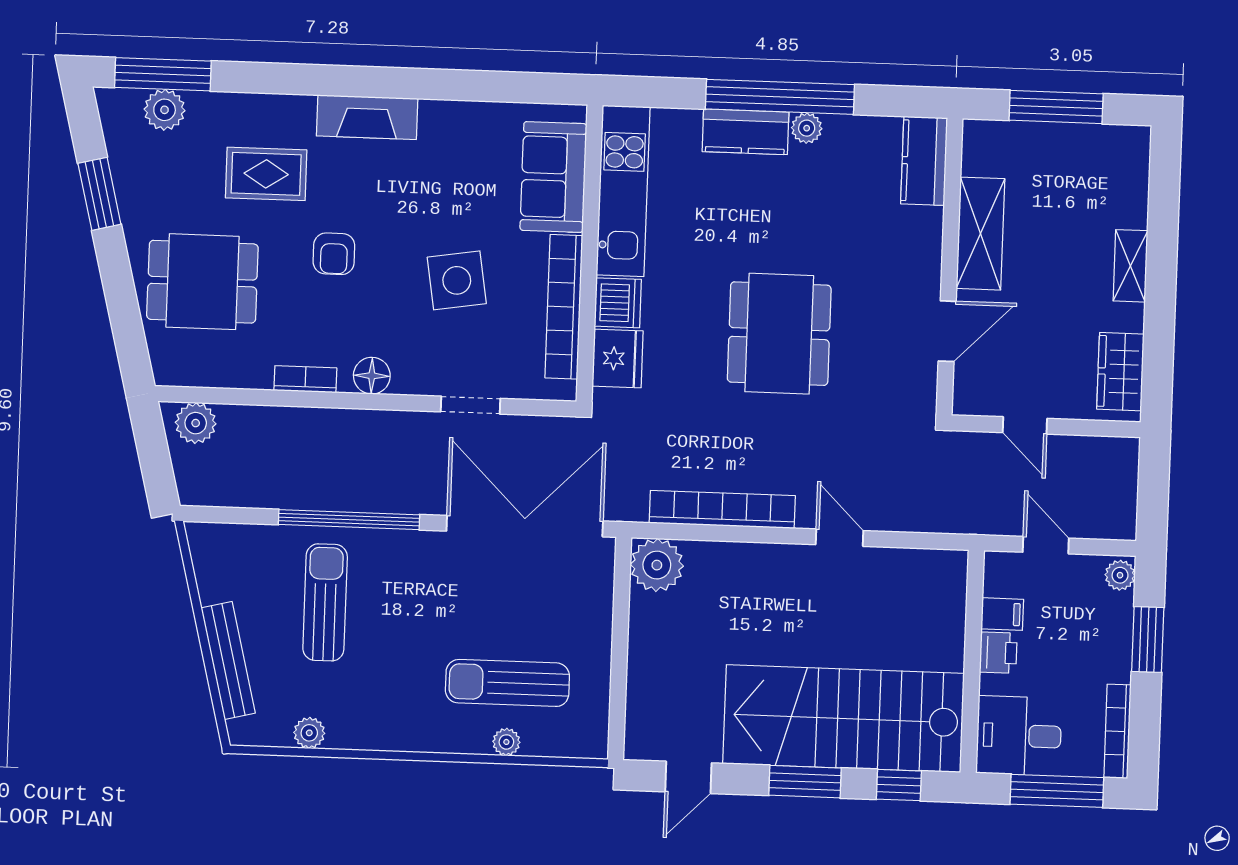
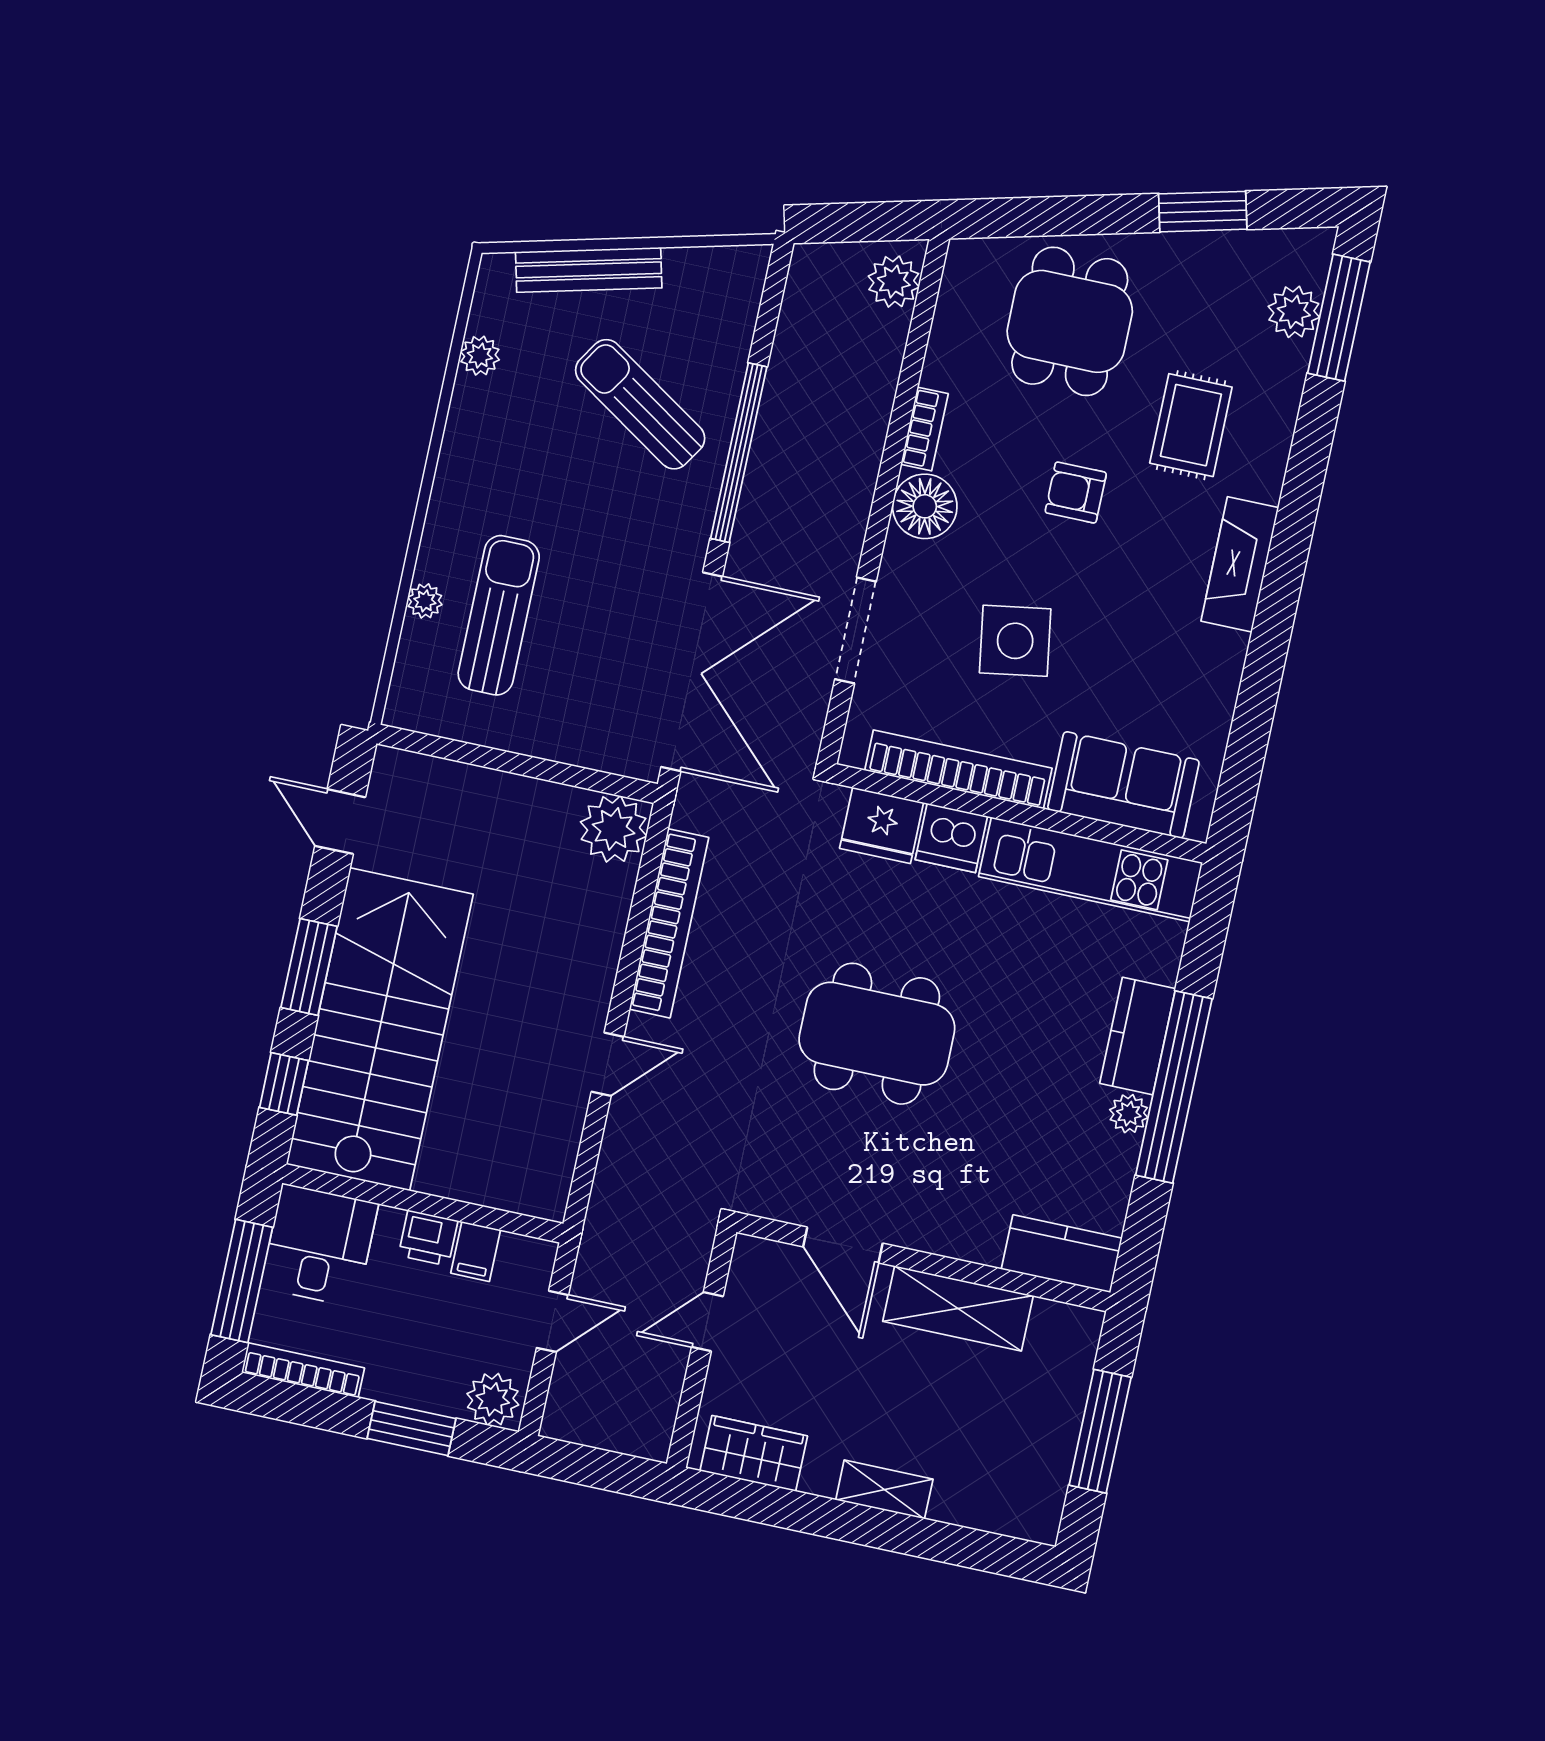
floor lamp: (372, 376) -> (925, 506), width x1.38, depth x1.38
doorway: (470, 405) -> (856, 630), width x1.38
plant: (1120, 575) -> (493, 1399), width x1.38, depth x1.38
sun lounger: (325, 602) -> (640, 404), turned -147

